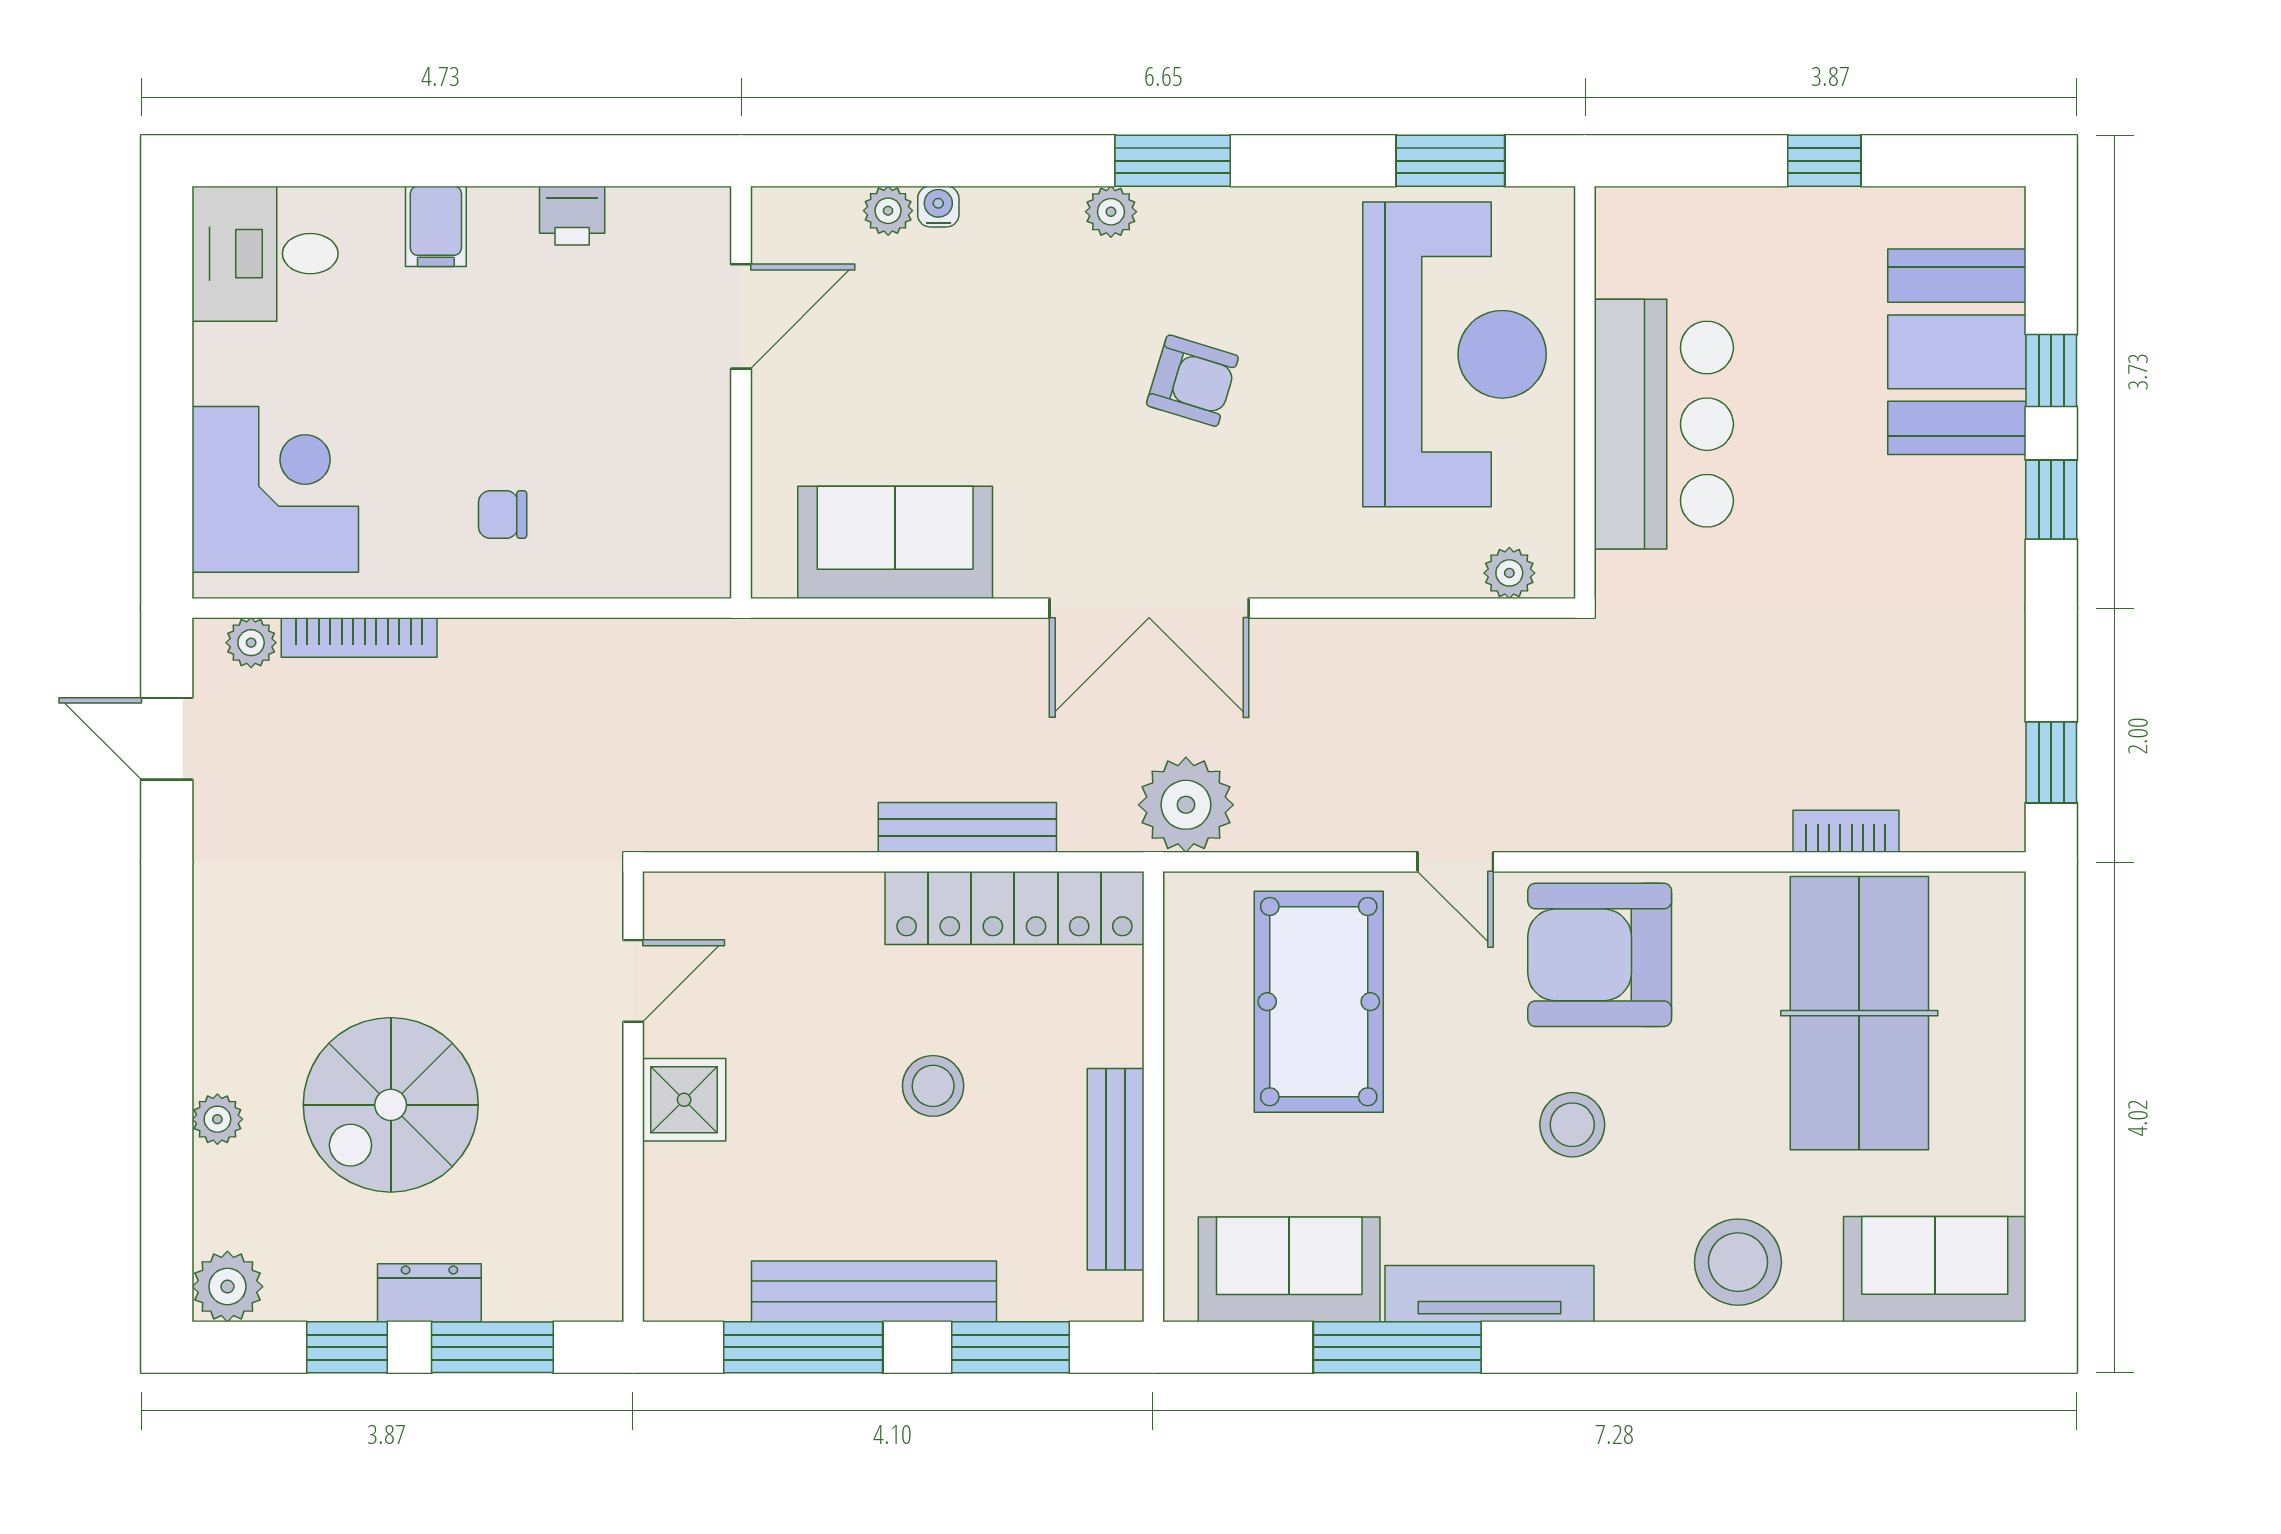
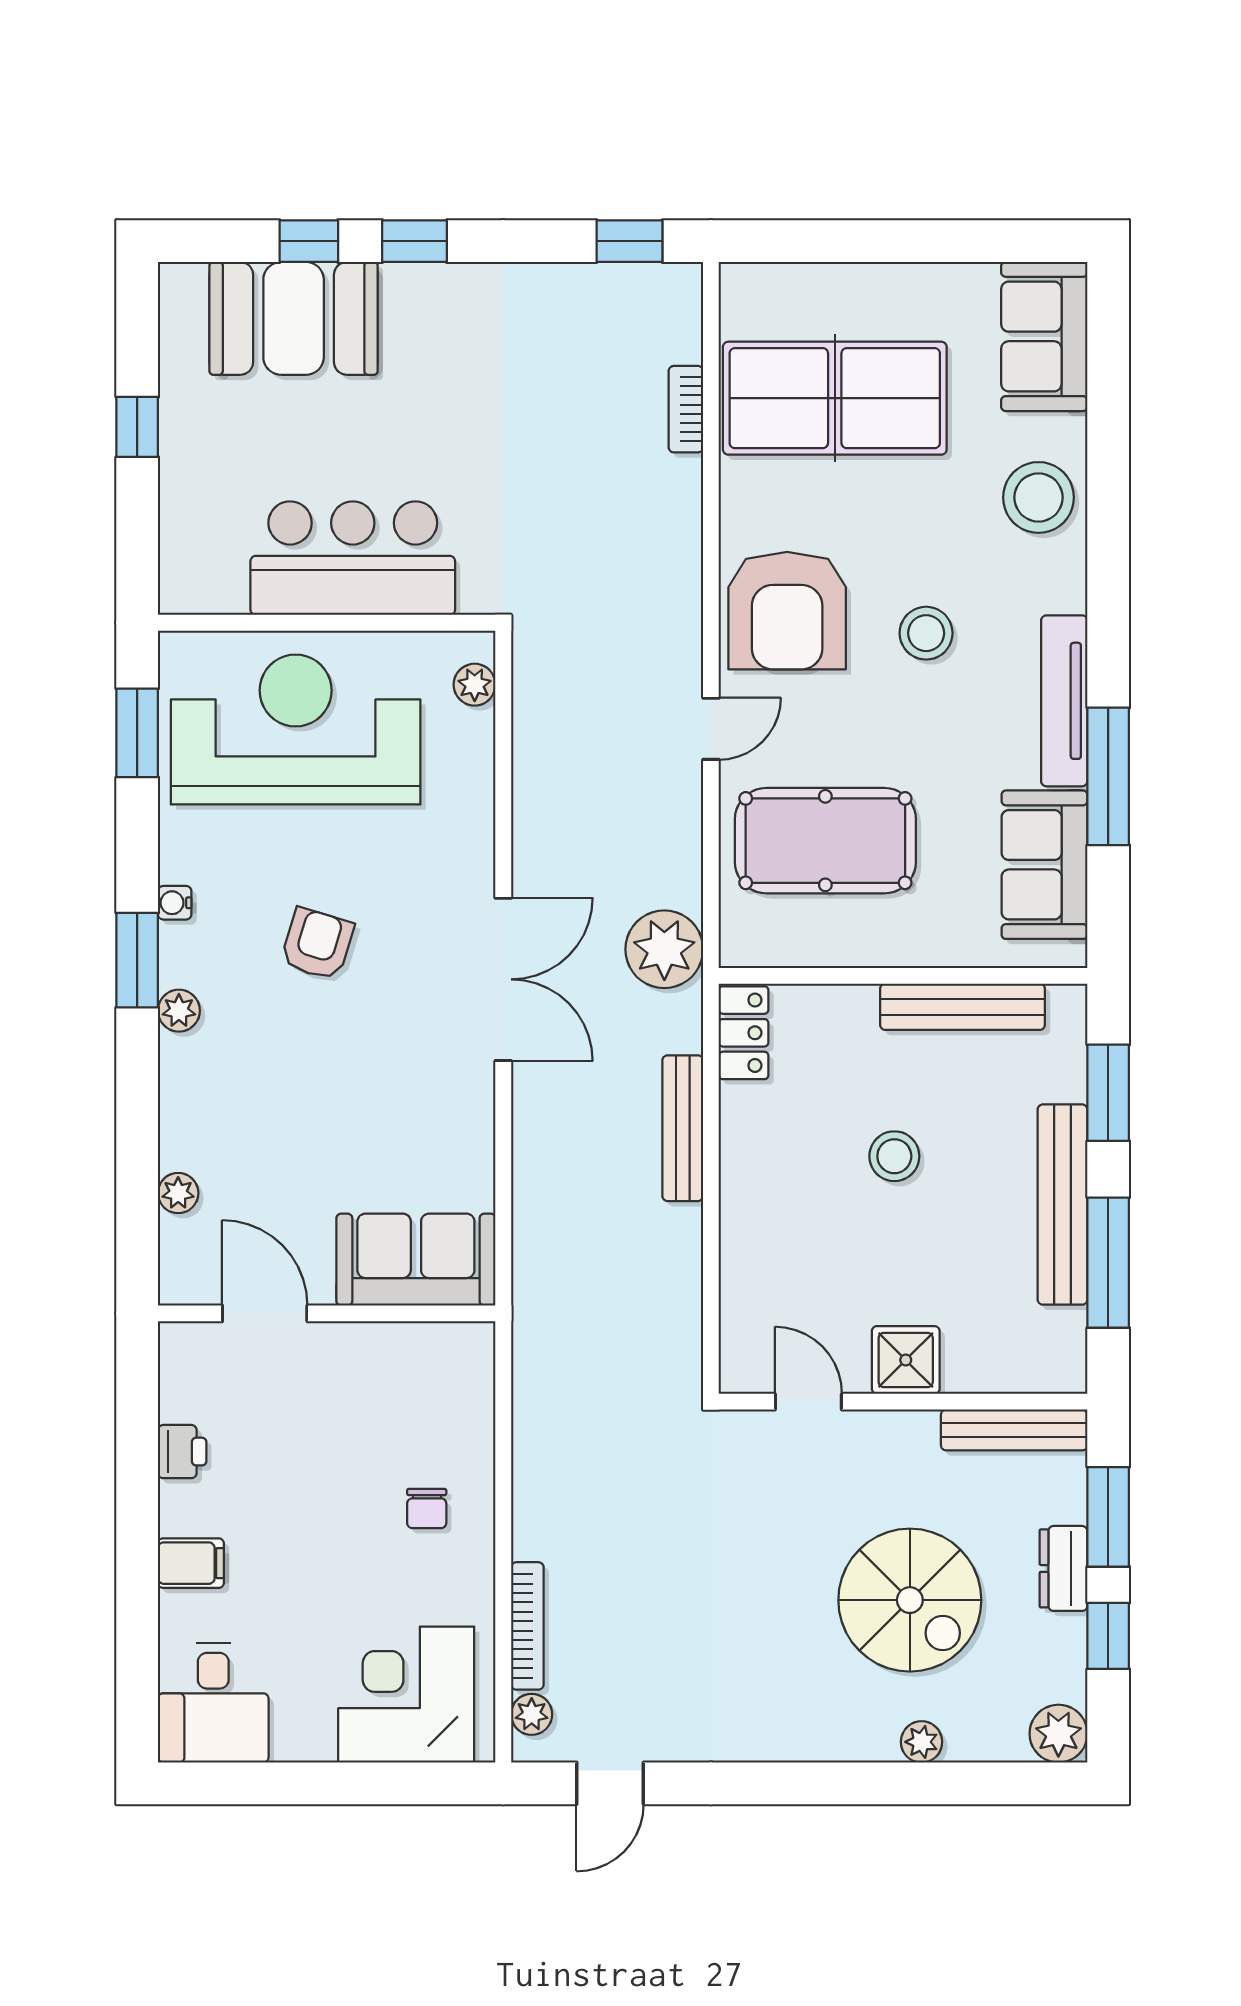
water cooler: (938, 207) -> (175, 903), moved
sofa: (895, 542) -> (416, 1260), moved, turned 90
locker: (1014, 908) -> (744, 1033), width x0.46, depth x0.83
bench: (599, 1232) -> (1014, 1430), added

